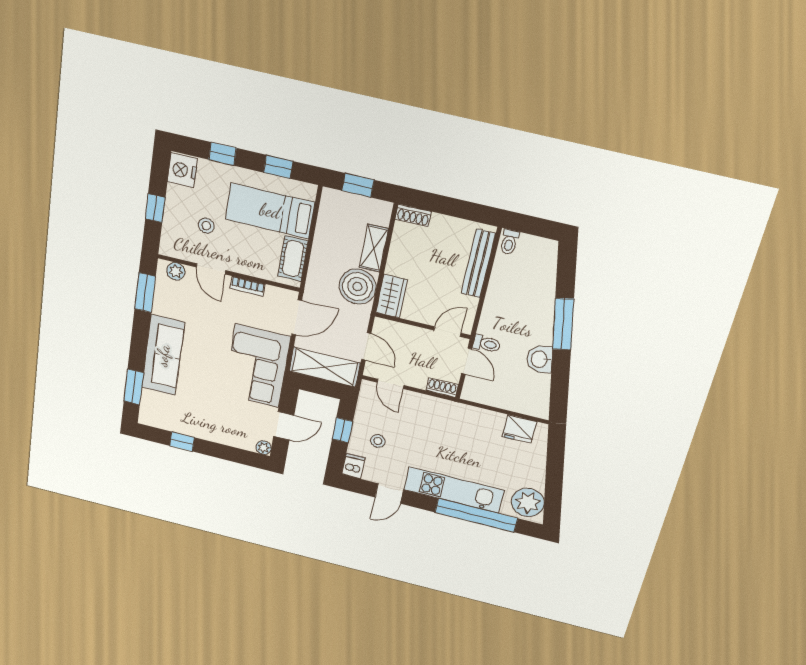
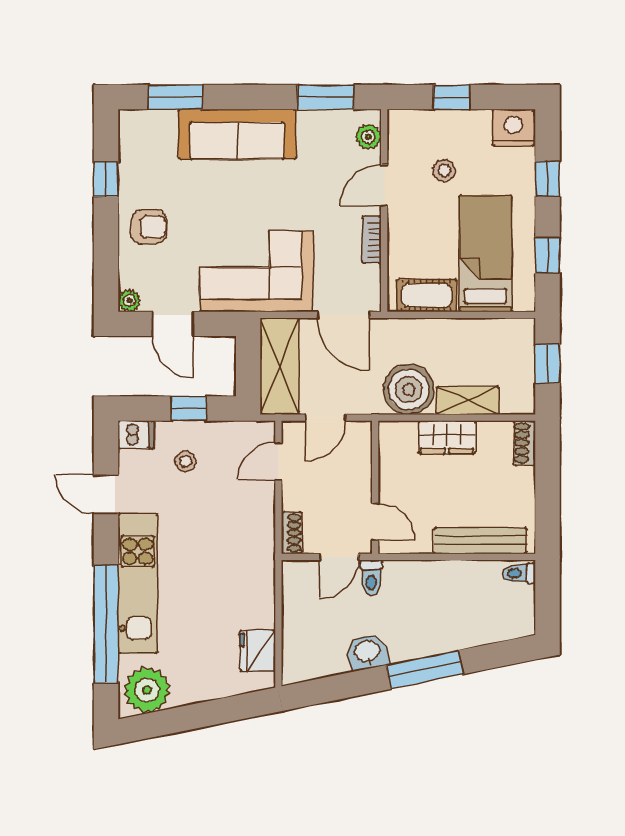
wardrobe: (392, 296) -> (447, 437), moved
armchair: (217, 424) -> (149, 227), added

